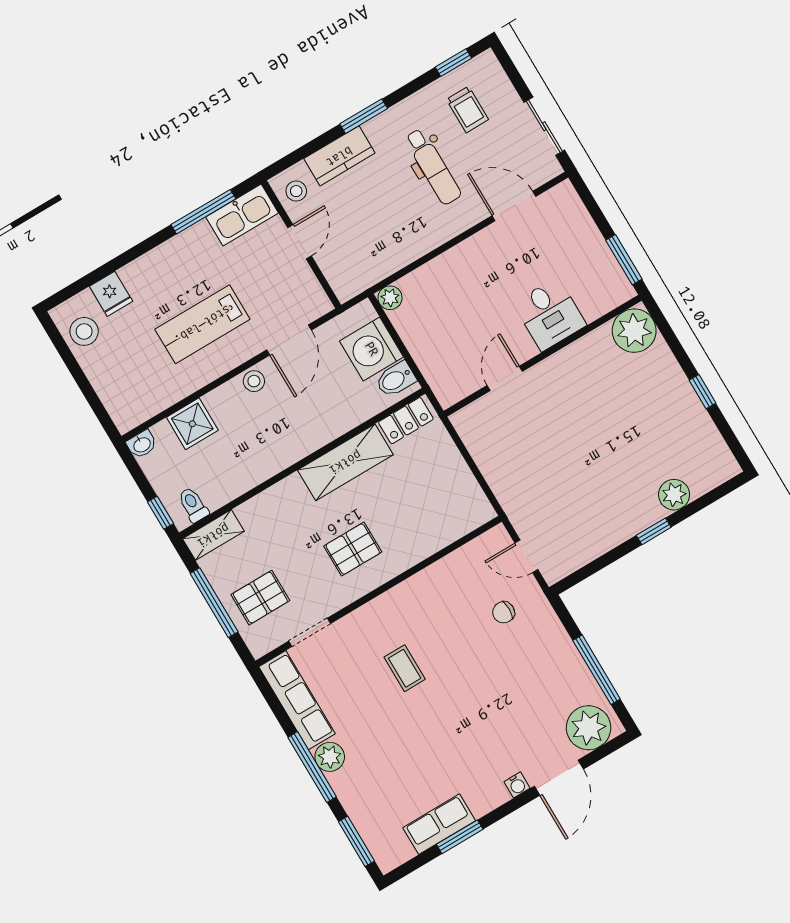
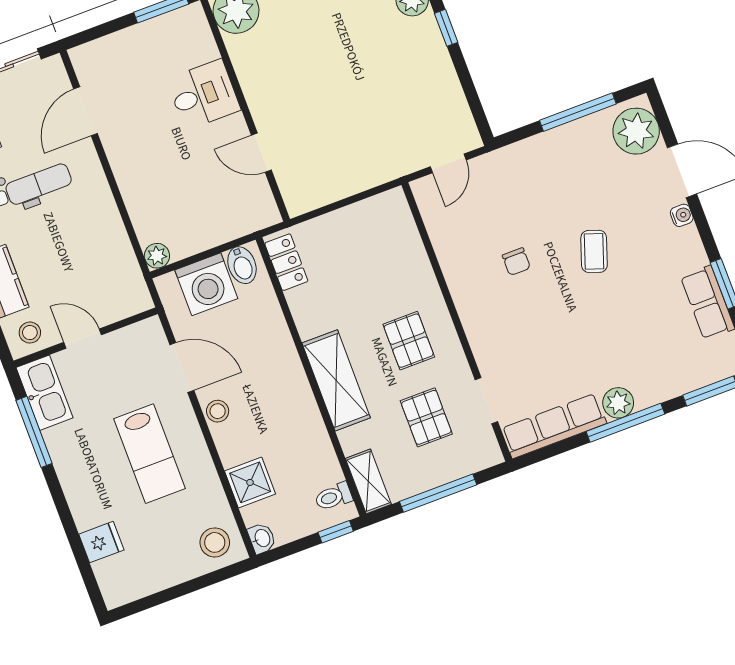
stool: (84, 331) -> (215, 542), moved
shelving: (345, 462) -> (336, 380), moved
pallet: (260, 598) -> (426, 417), moved
chair: (504, 612) -> (516, 262), moved
coffee table: (405, 668) -> (594, 251), moved, turned -71

